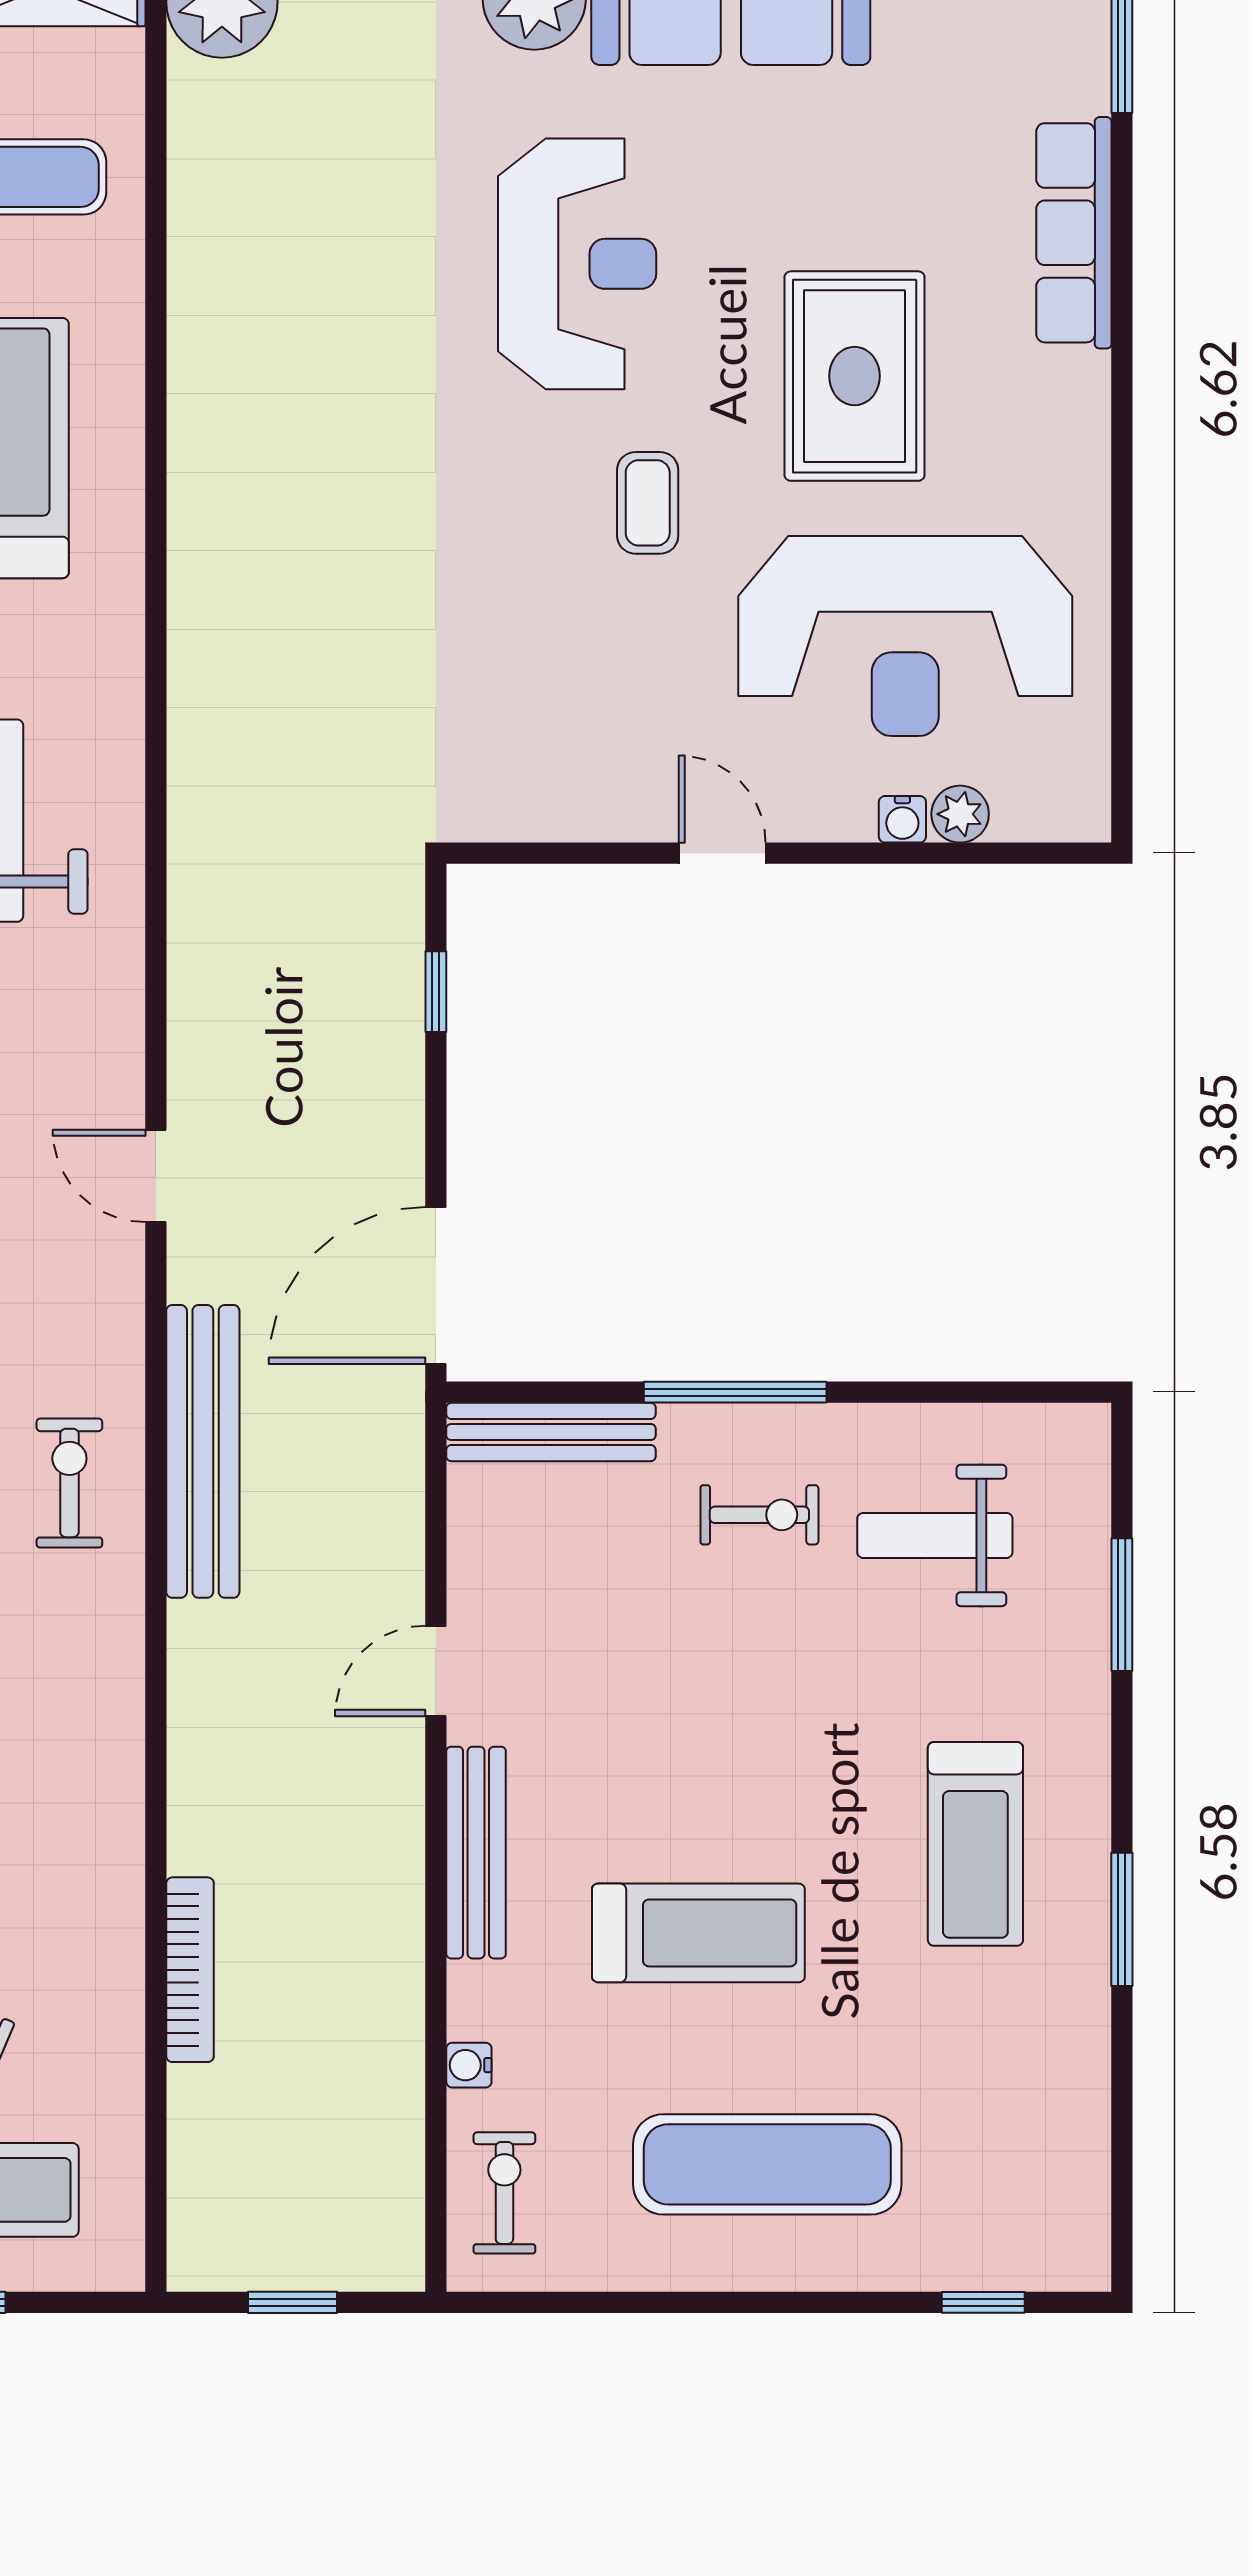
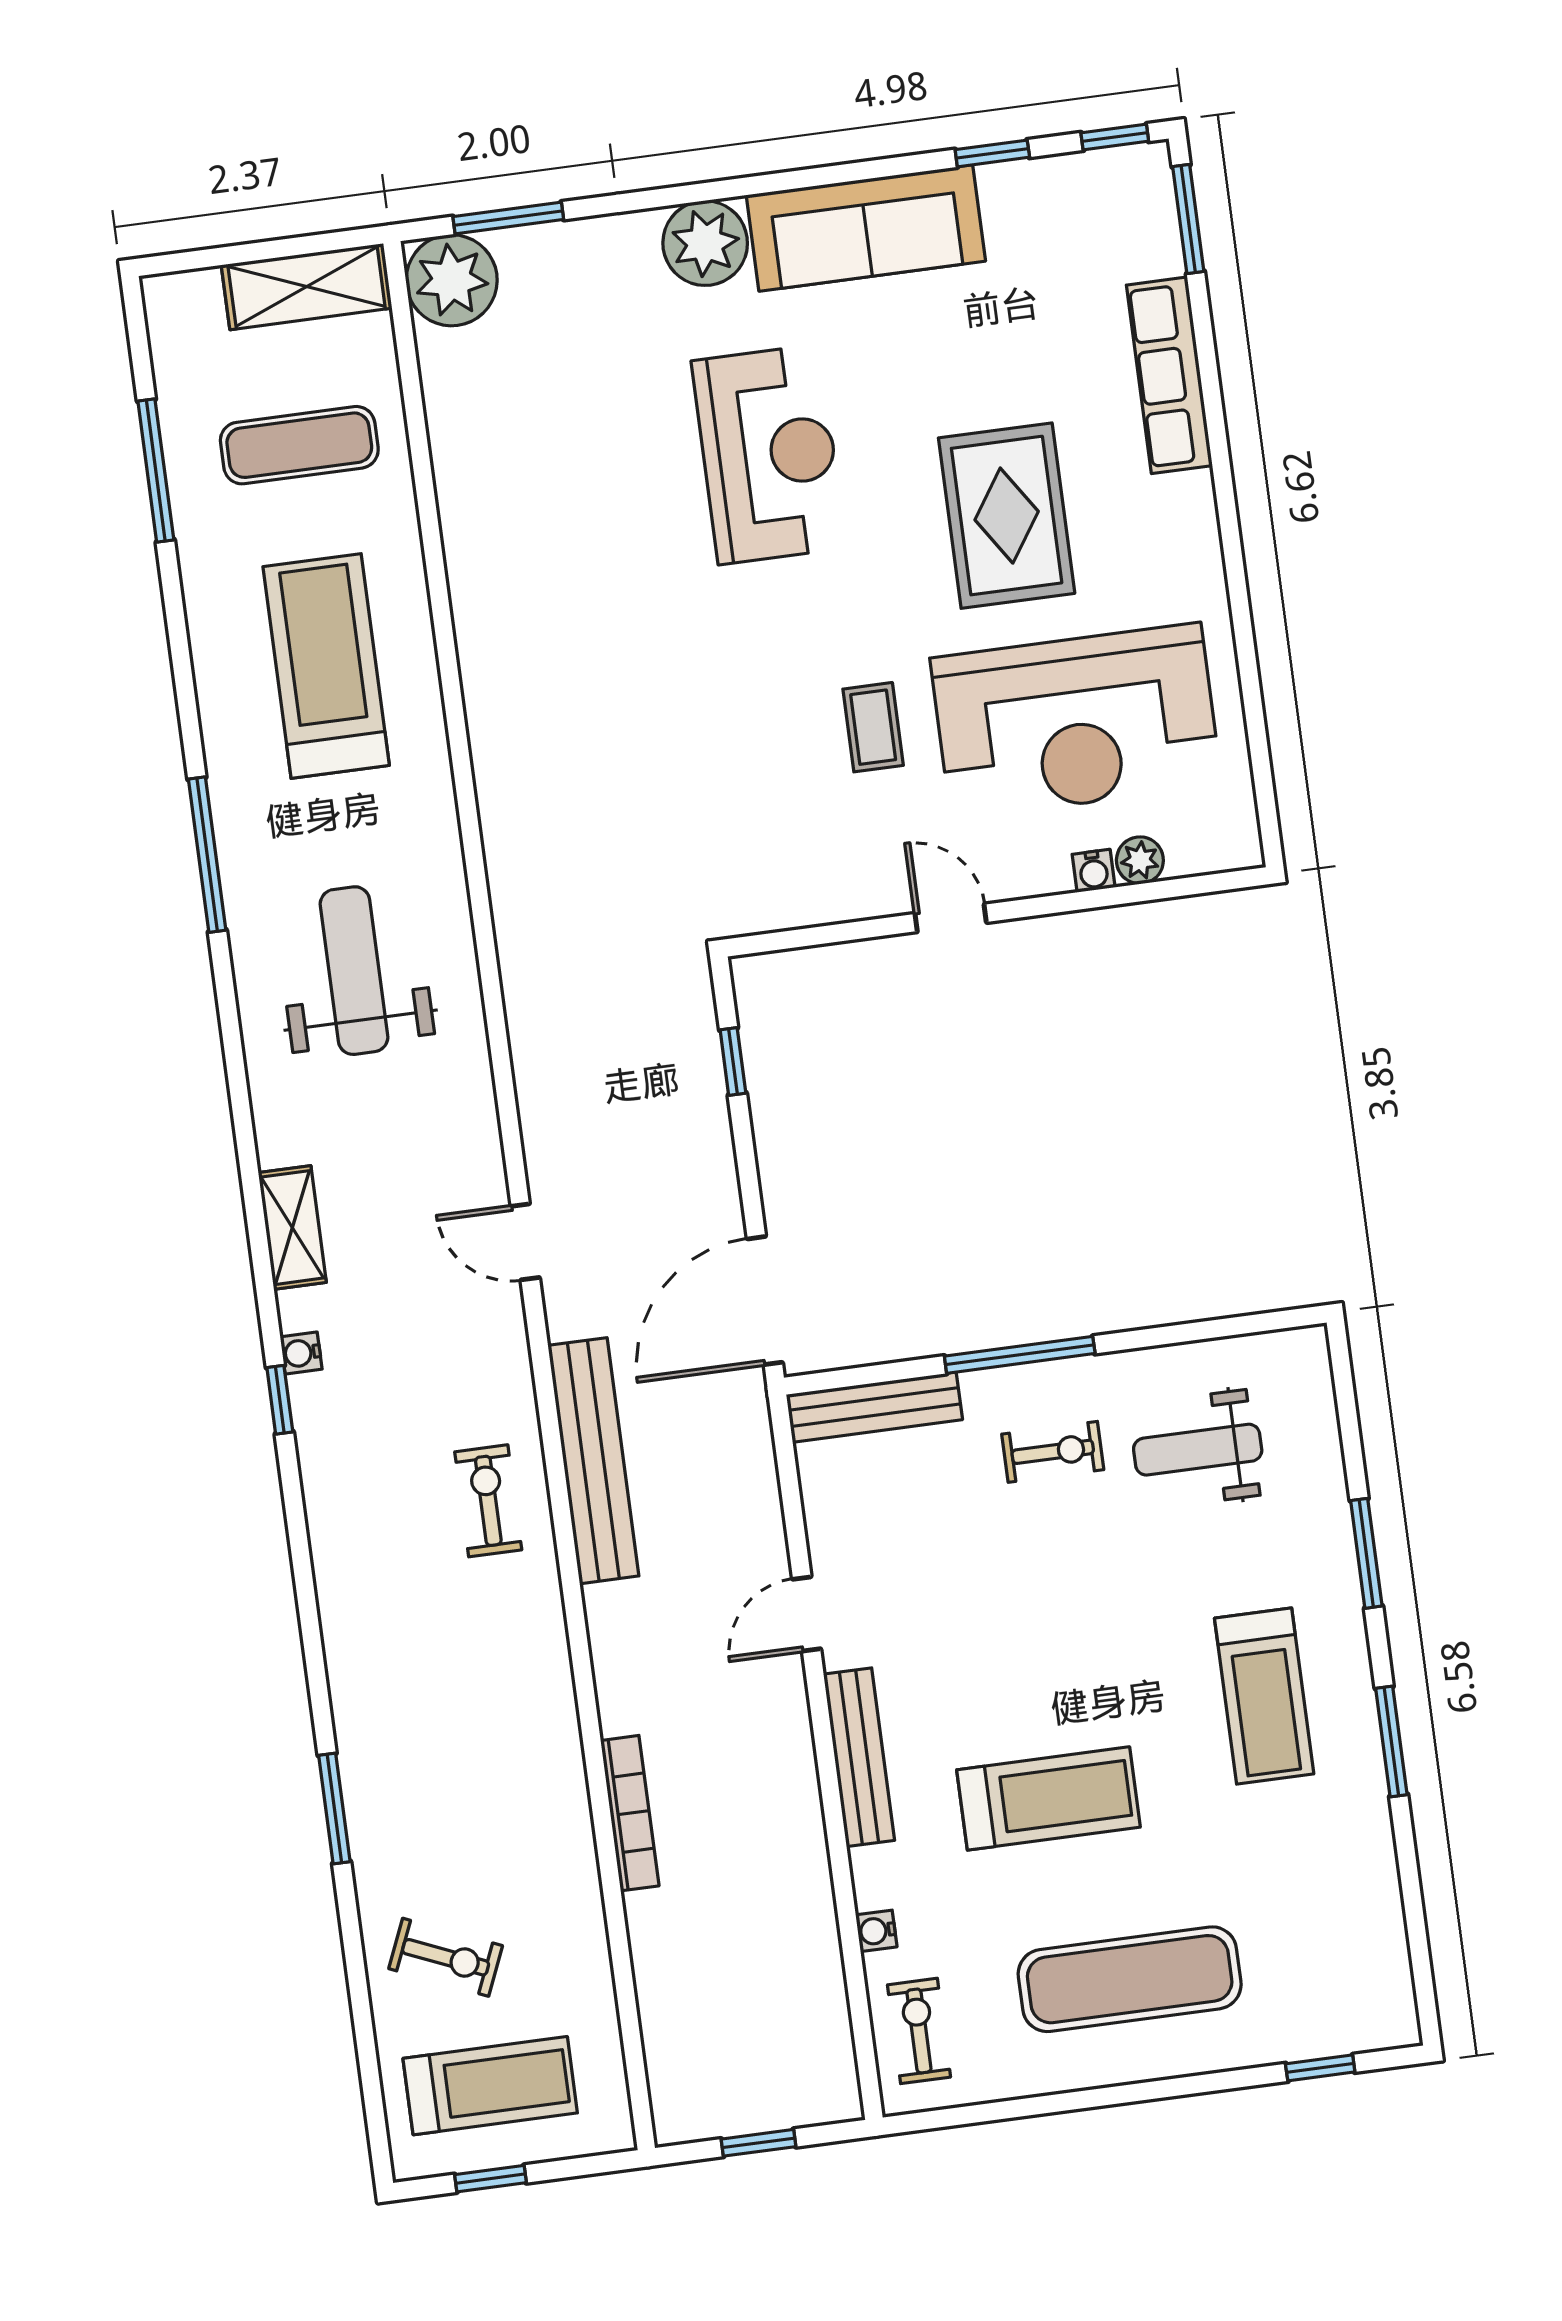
coffee table: (648, 503) -> (873, 727), moved
window: (1122, 1605) -> (1366, 1553), moved
bookcase: (190, 1970) -> (630, 1813), moved

